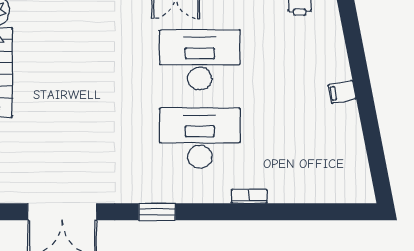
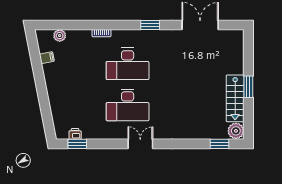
filing cabinet: (342, 92) -> (47, 58), moved
plant: (329, 192) -> (60, 36), added

